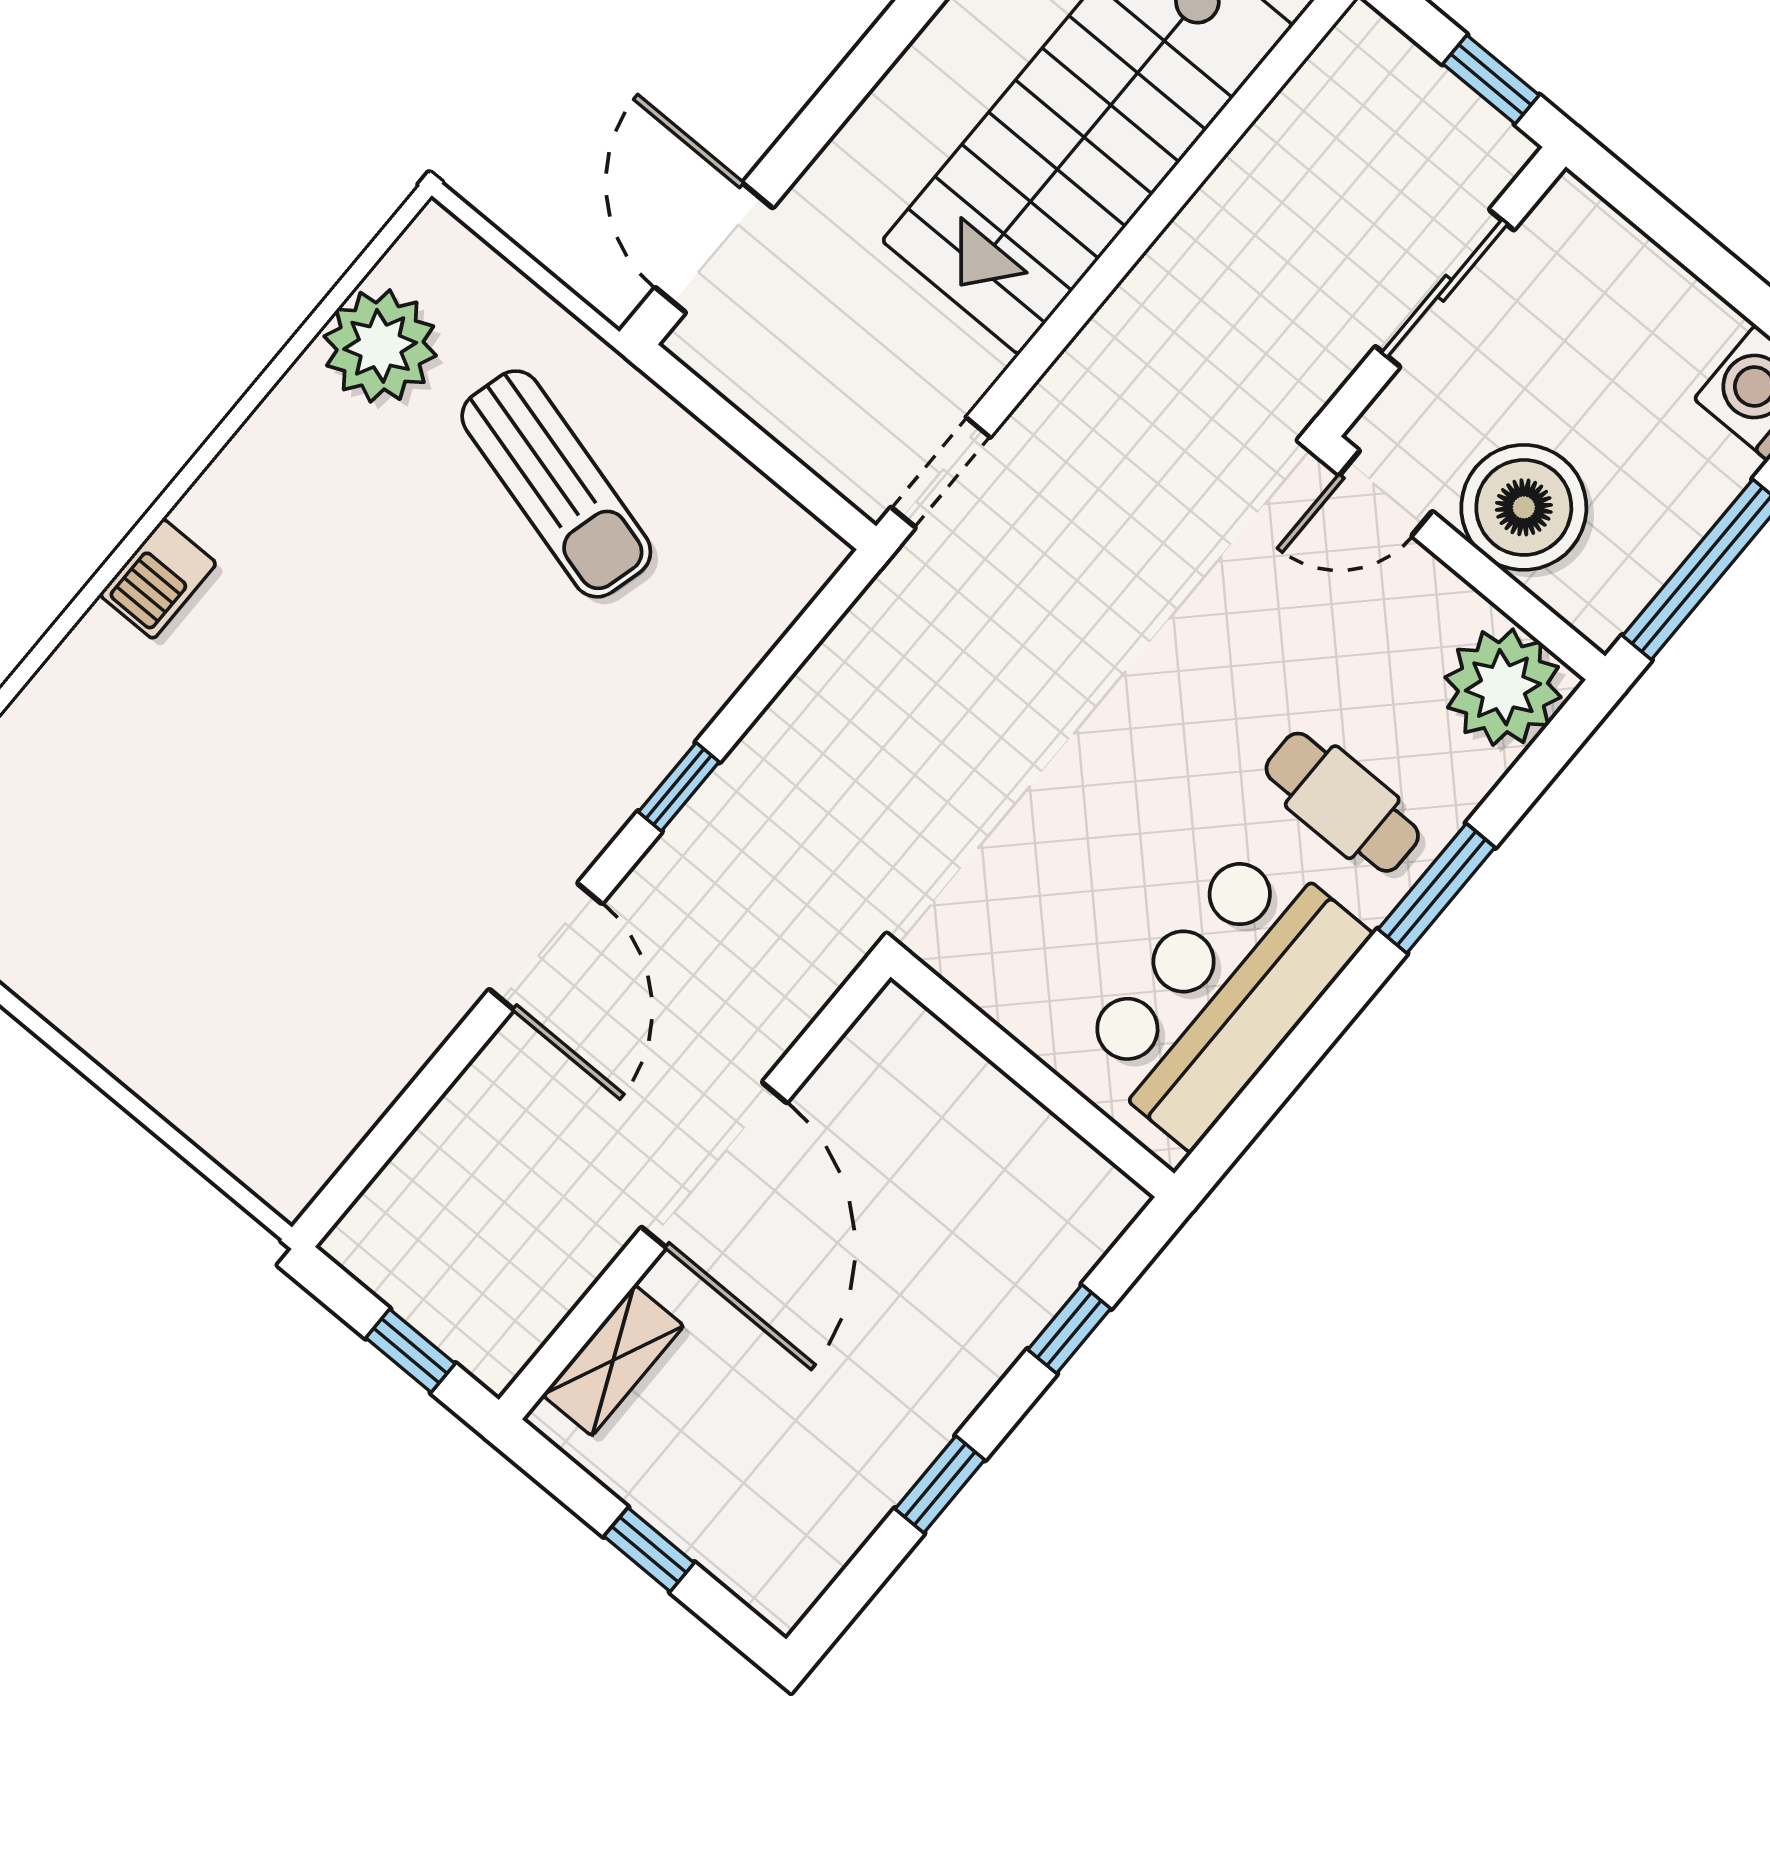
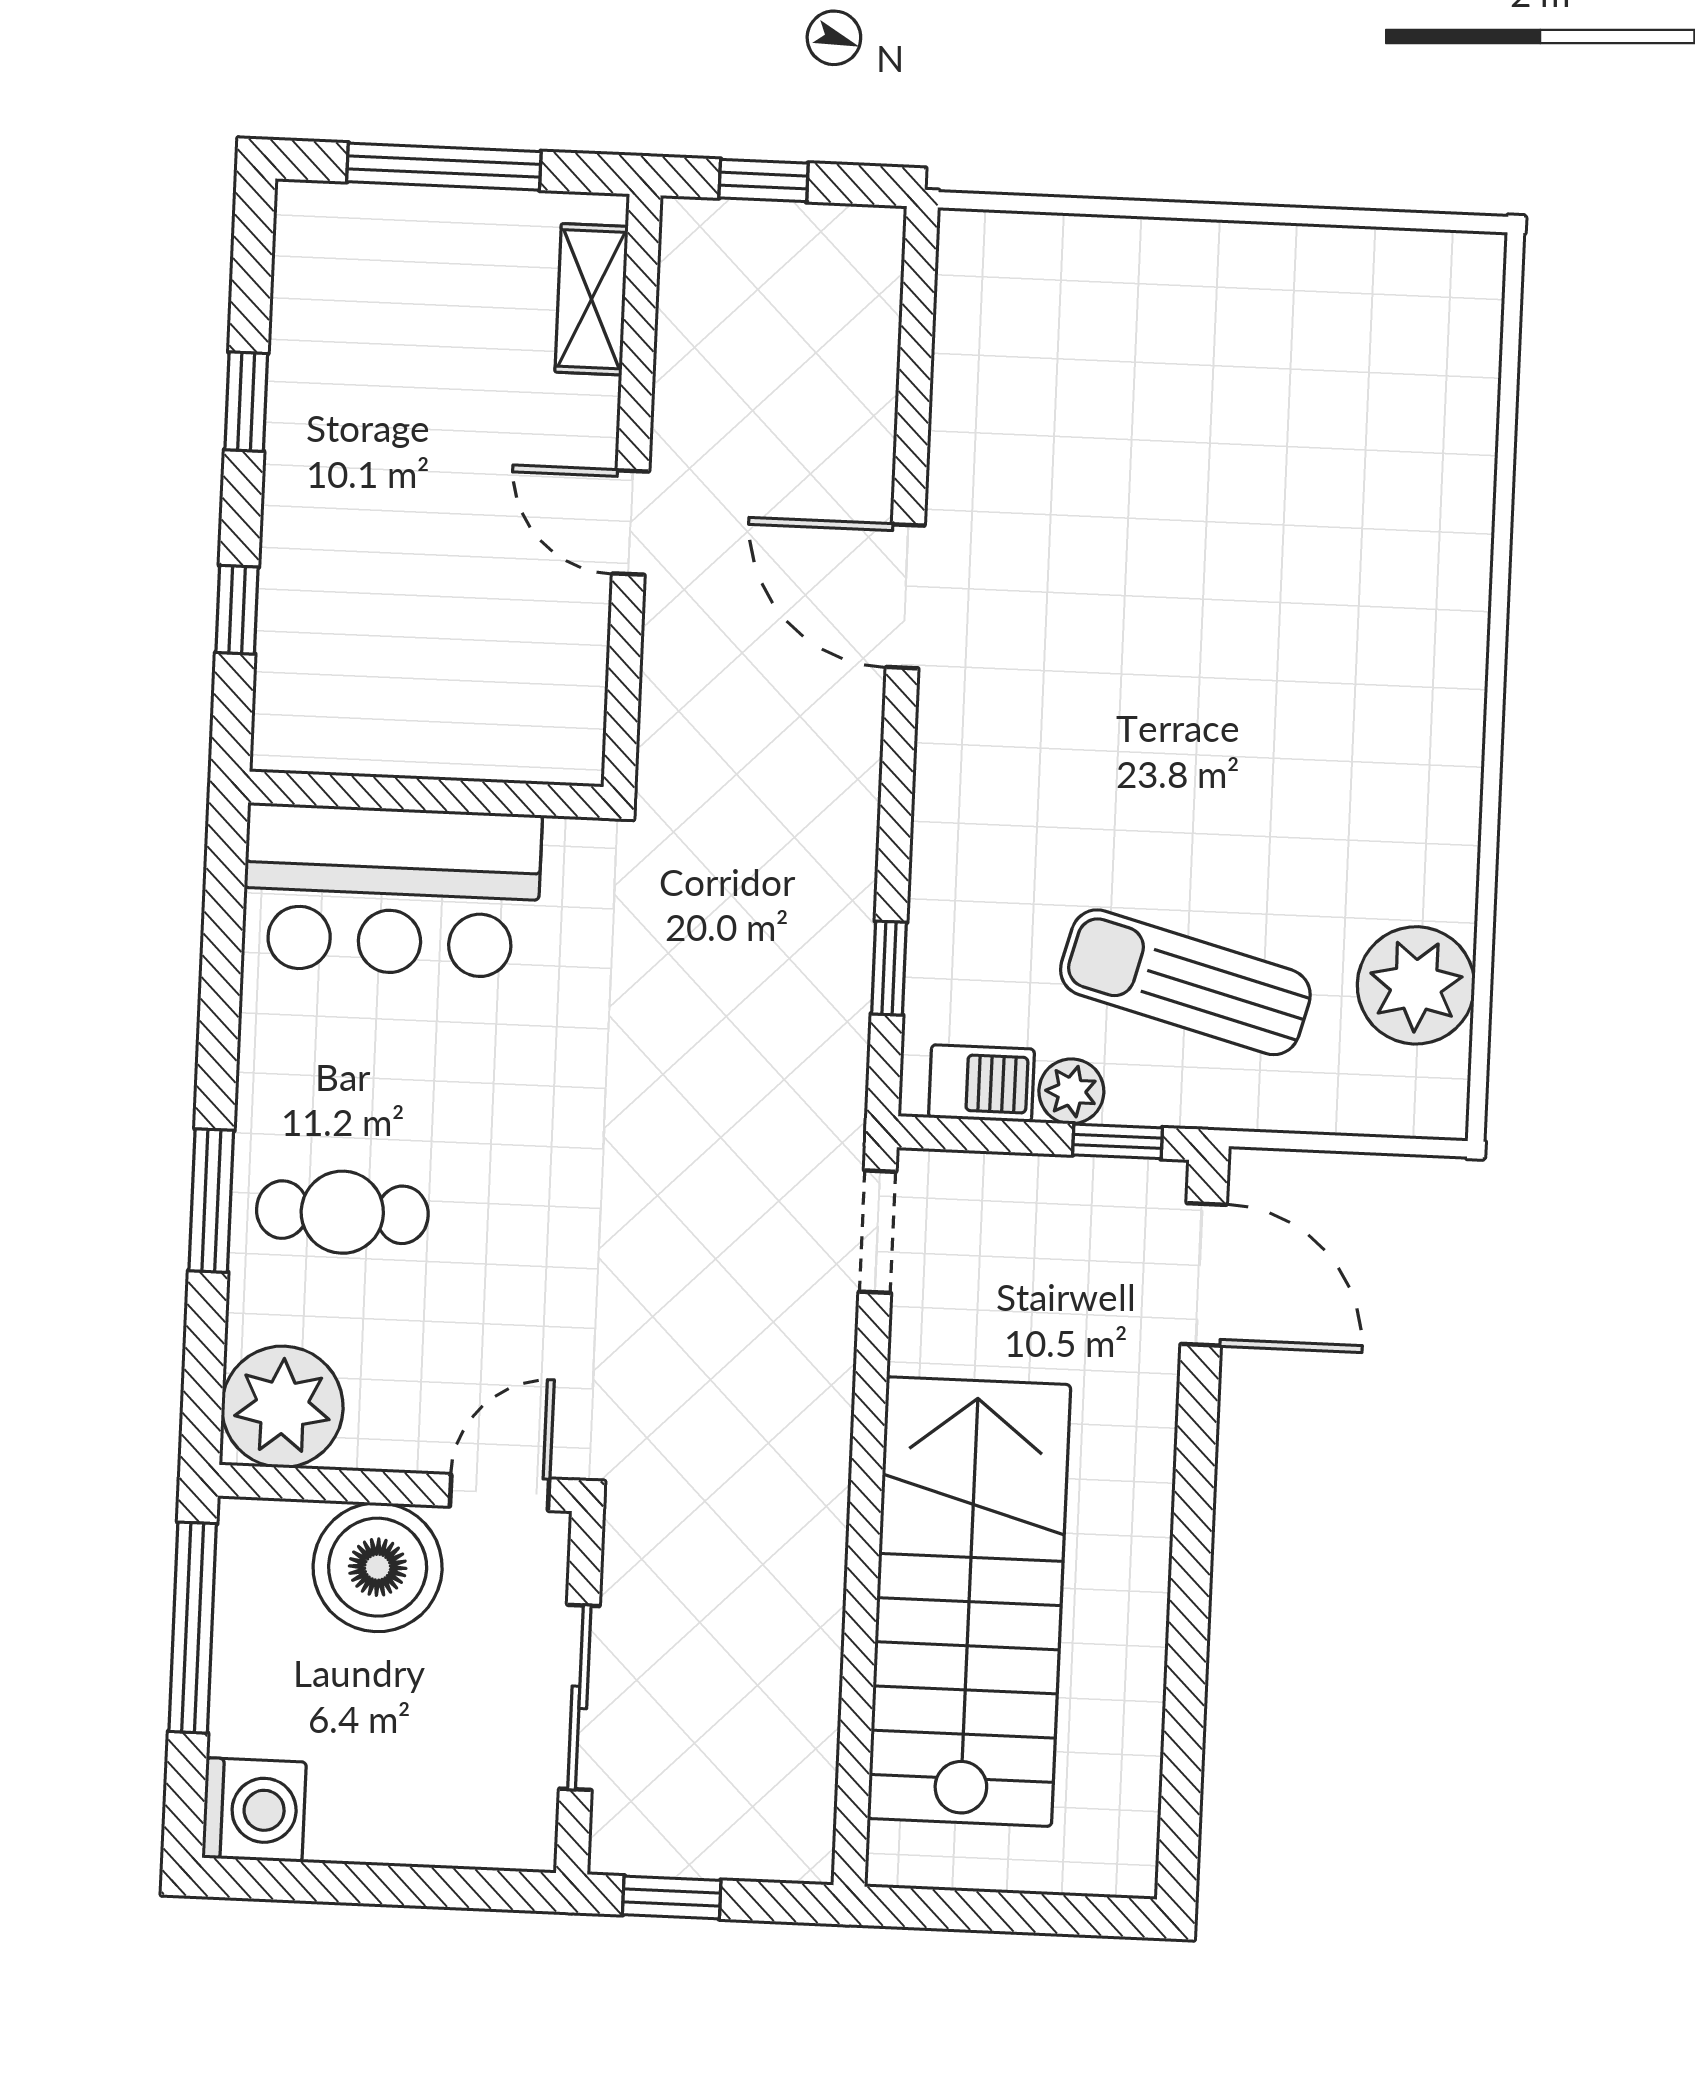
window: (702, 401) -> (1117, 1141), added
plant: (708, 467) -> (1071, 1091), added
barbecue: (158, 579) -> (981, 1083), moved, turned 90
window: (679, 787) -> (889, 968), moved
bar counter: (1221, 993) -> (392, 891), moved, turned 90
door: (714, 1165) -> (631, 523), width x0.53
window: (649, 1550) -> (444, 167), width x2.17

